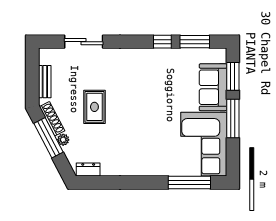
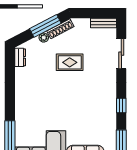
window: (162, 42) -> (121, 105), moved
bench: (45, 82) -> (103, 23), moved

